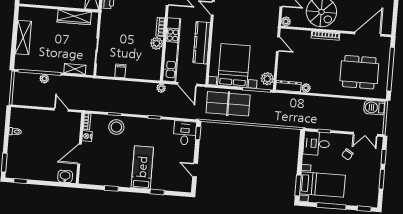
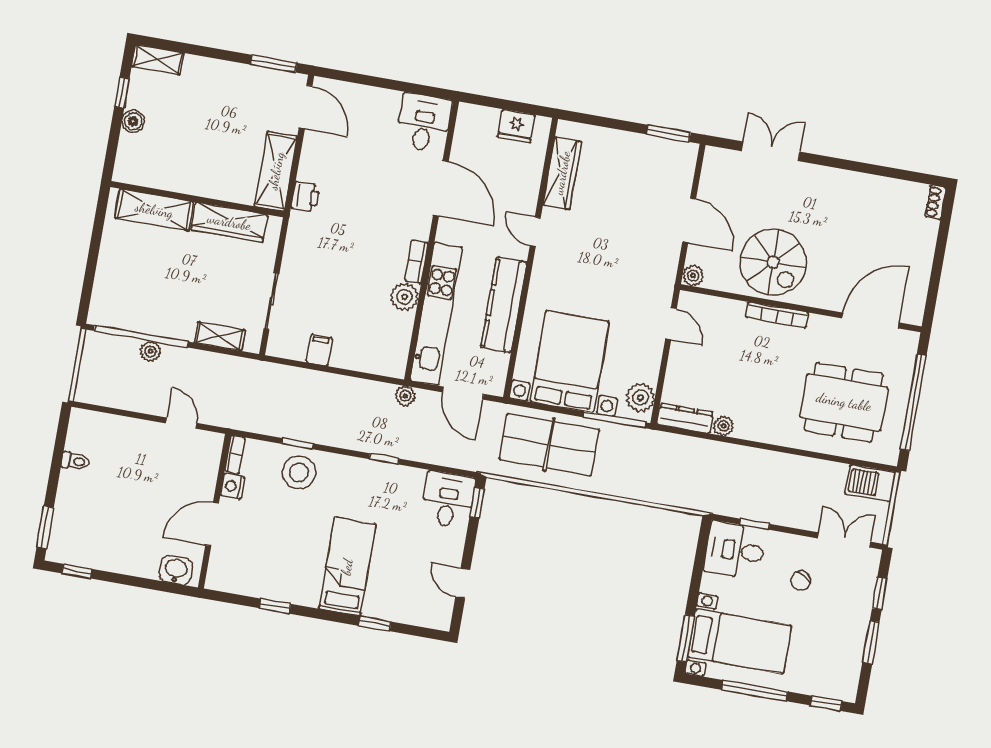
shelving: (23, 38) -> (154, 210), moved, turned 90
double door: (365, 134) -> (844, 540), swing flipped

